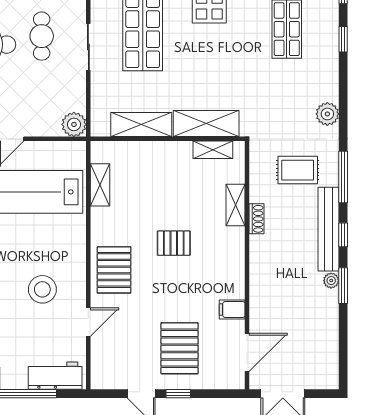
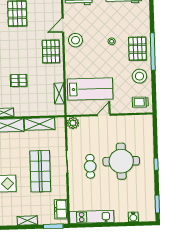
pallet: (174, 243) -> (19, 80), moved
stool: (42, 289) -> (75, 40), moved

